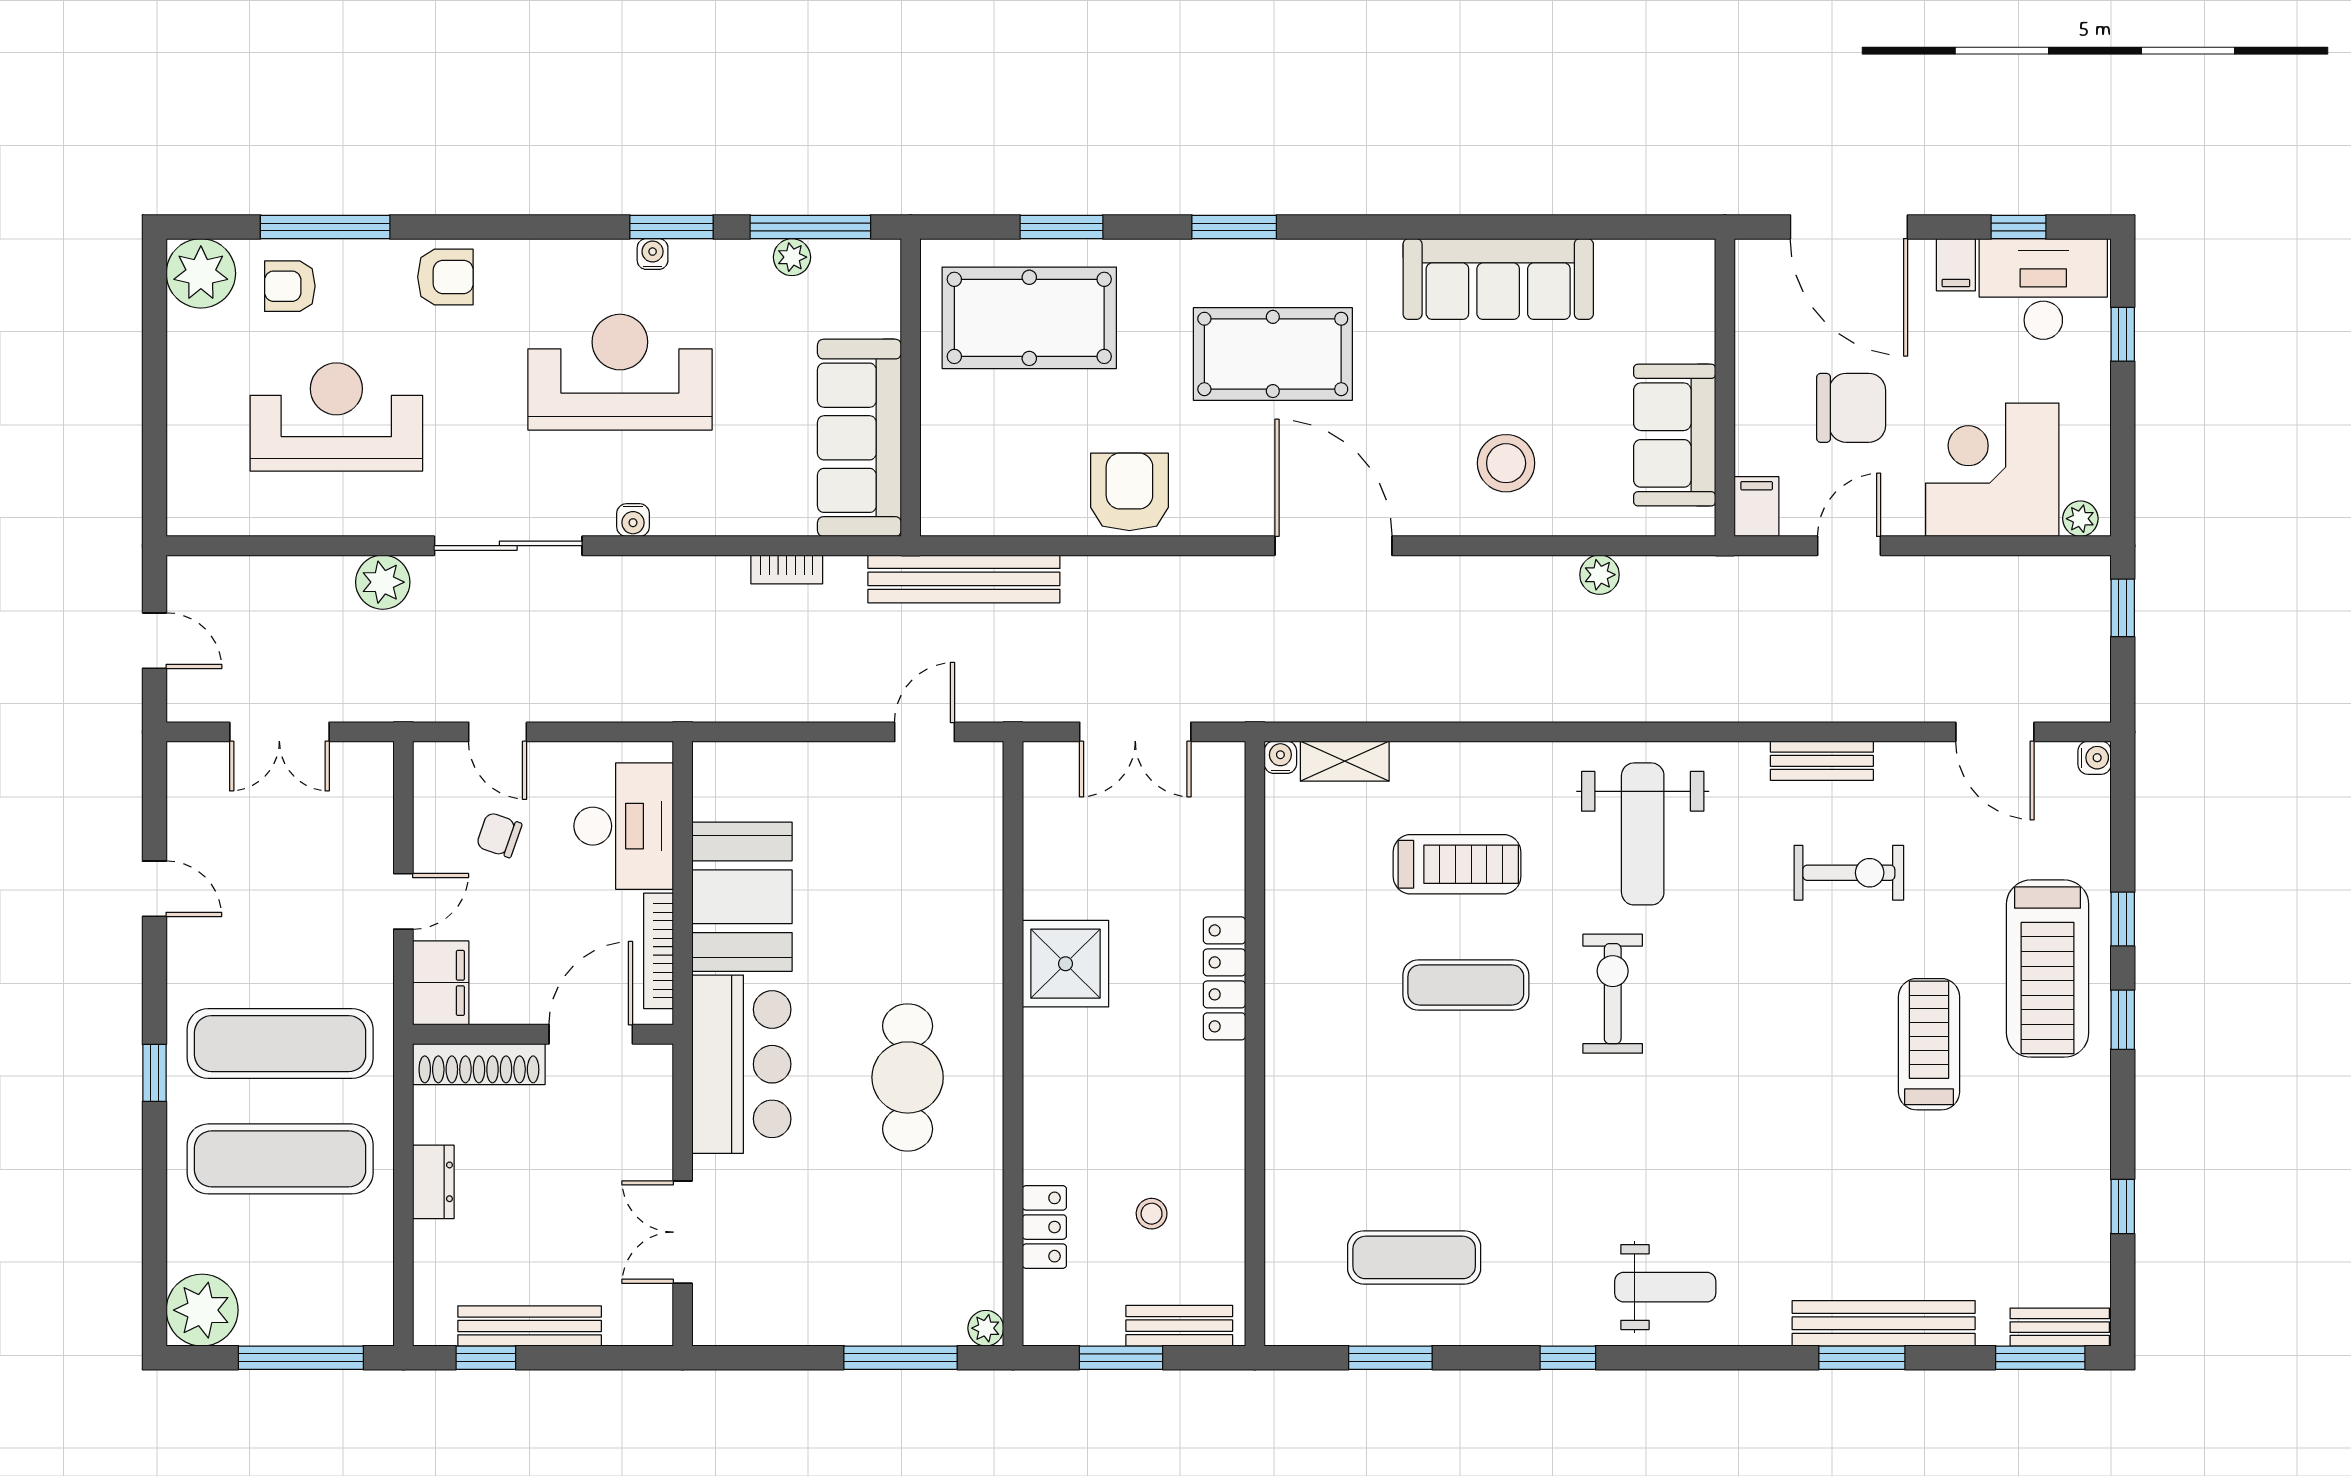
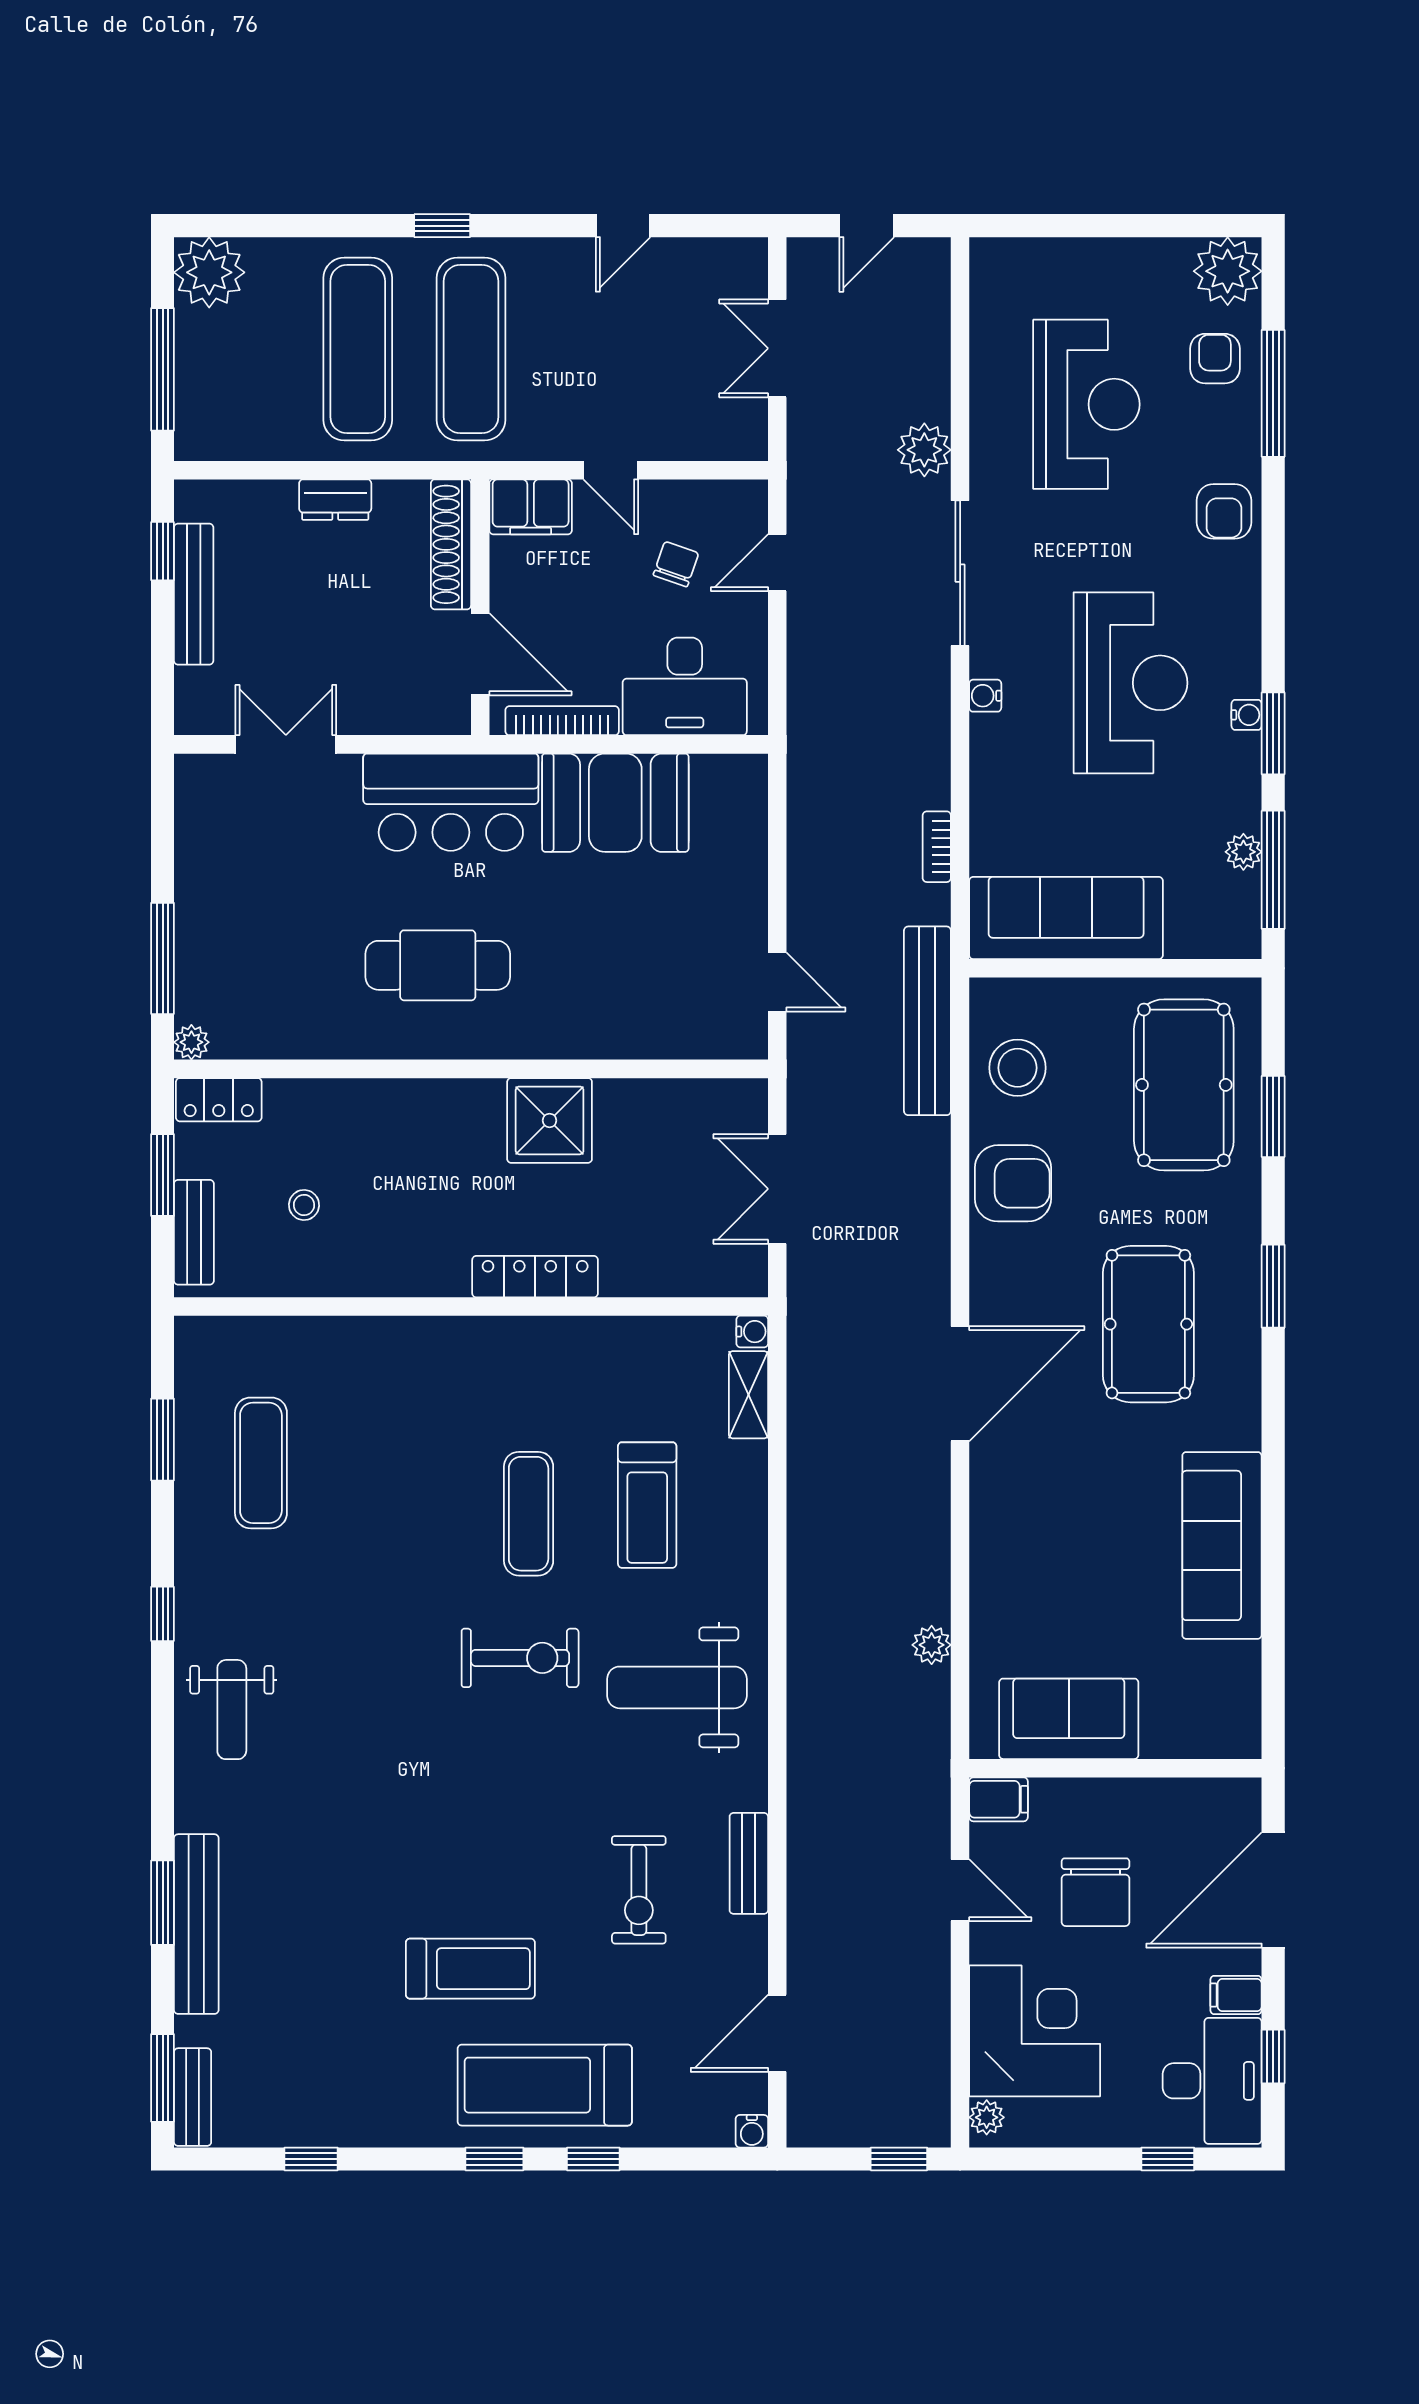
stool: (1506, 463) -> (1018, 1068), moved
locker: (1044, 1227) -> (219, 1100), moved

